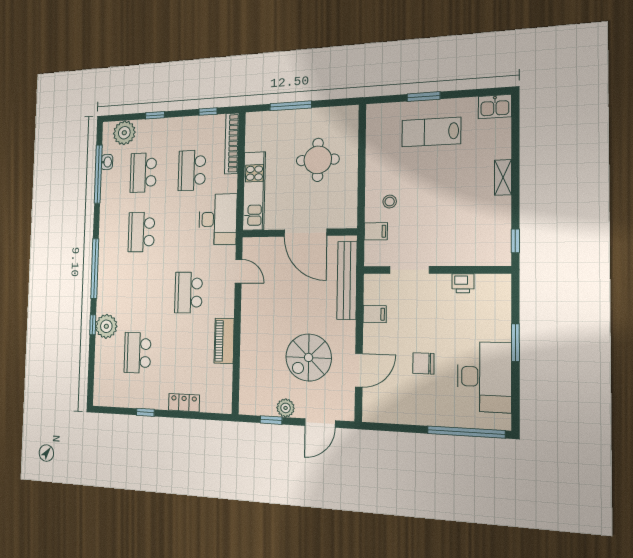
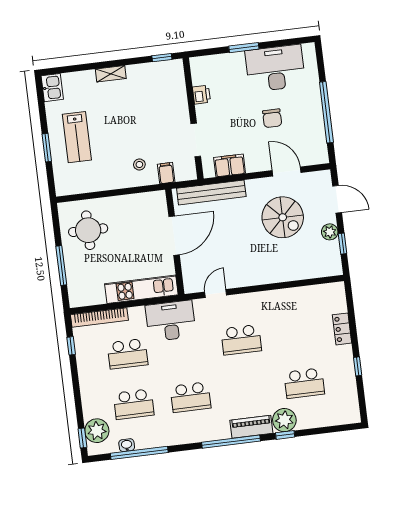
window: (155, 115) -> (82, 438), moved
round table: (318, 160) -> (88, 230), moved
filing cabinet: (375, 314) -> (230, 165), width x2.00
piano: (224, 341) -> (251, 427), moved, turned 180
window: (466, 432) -> (326, 112), moved

